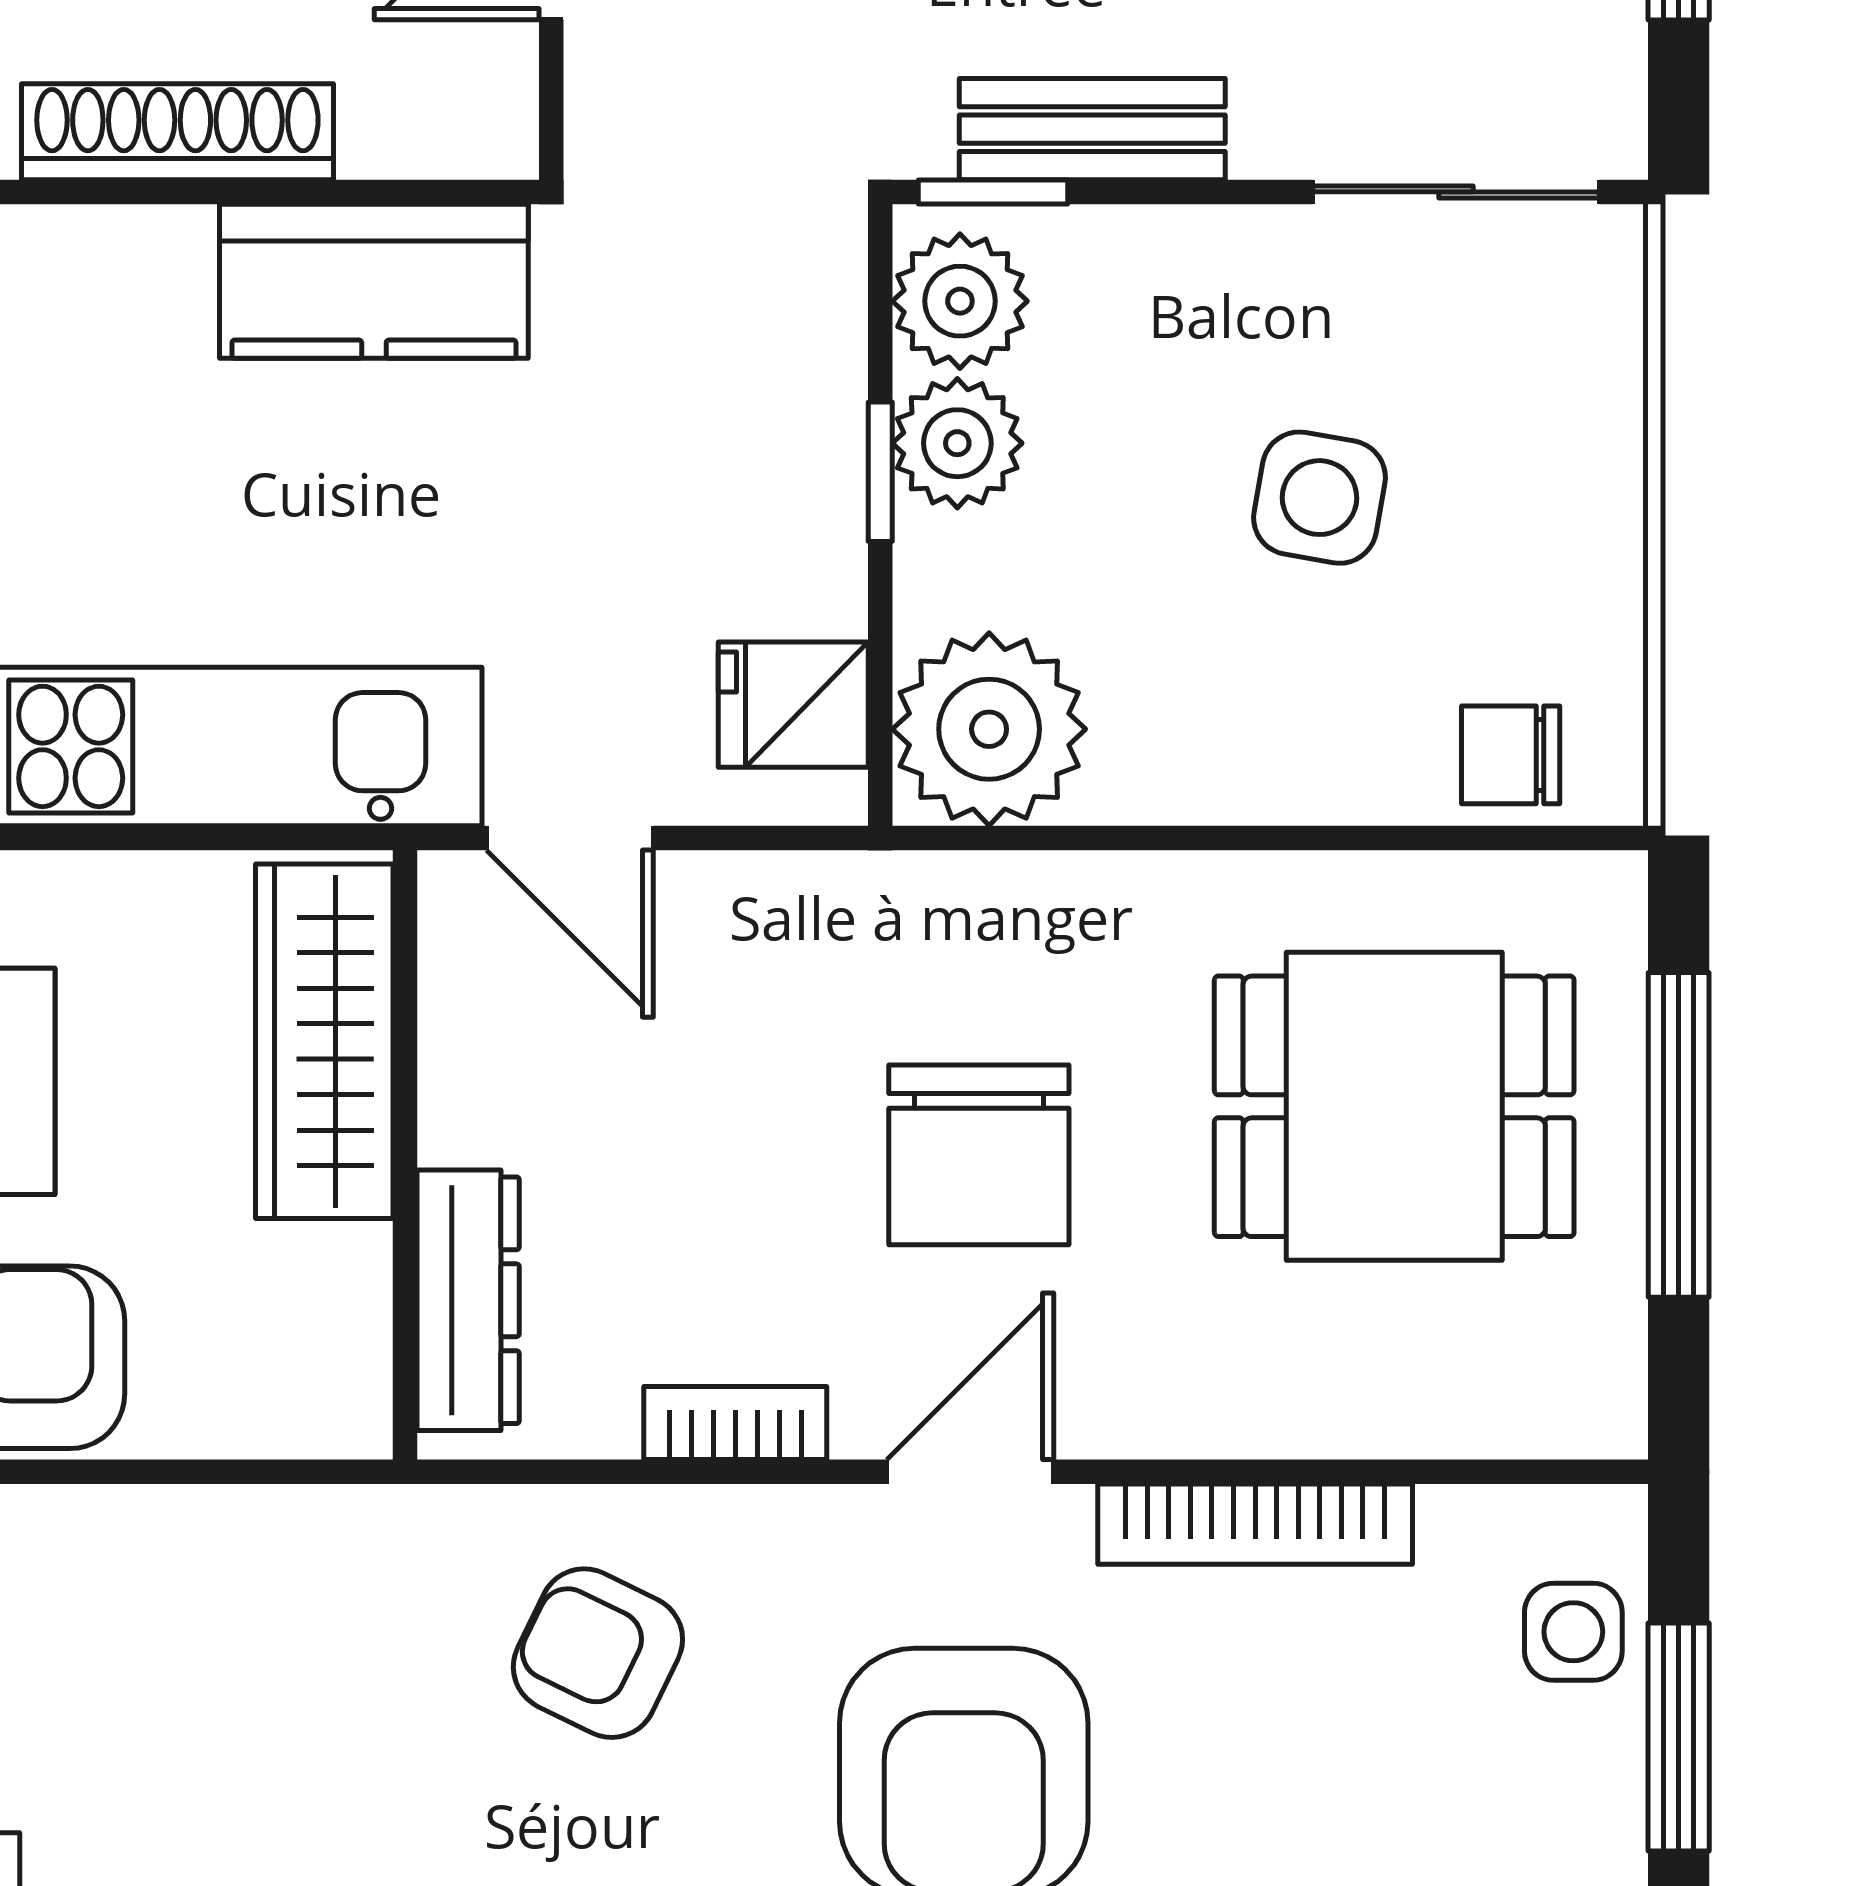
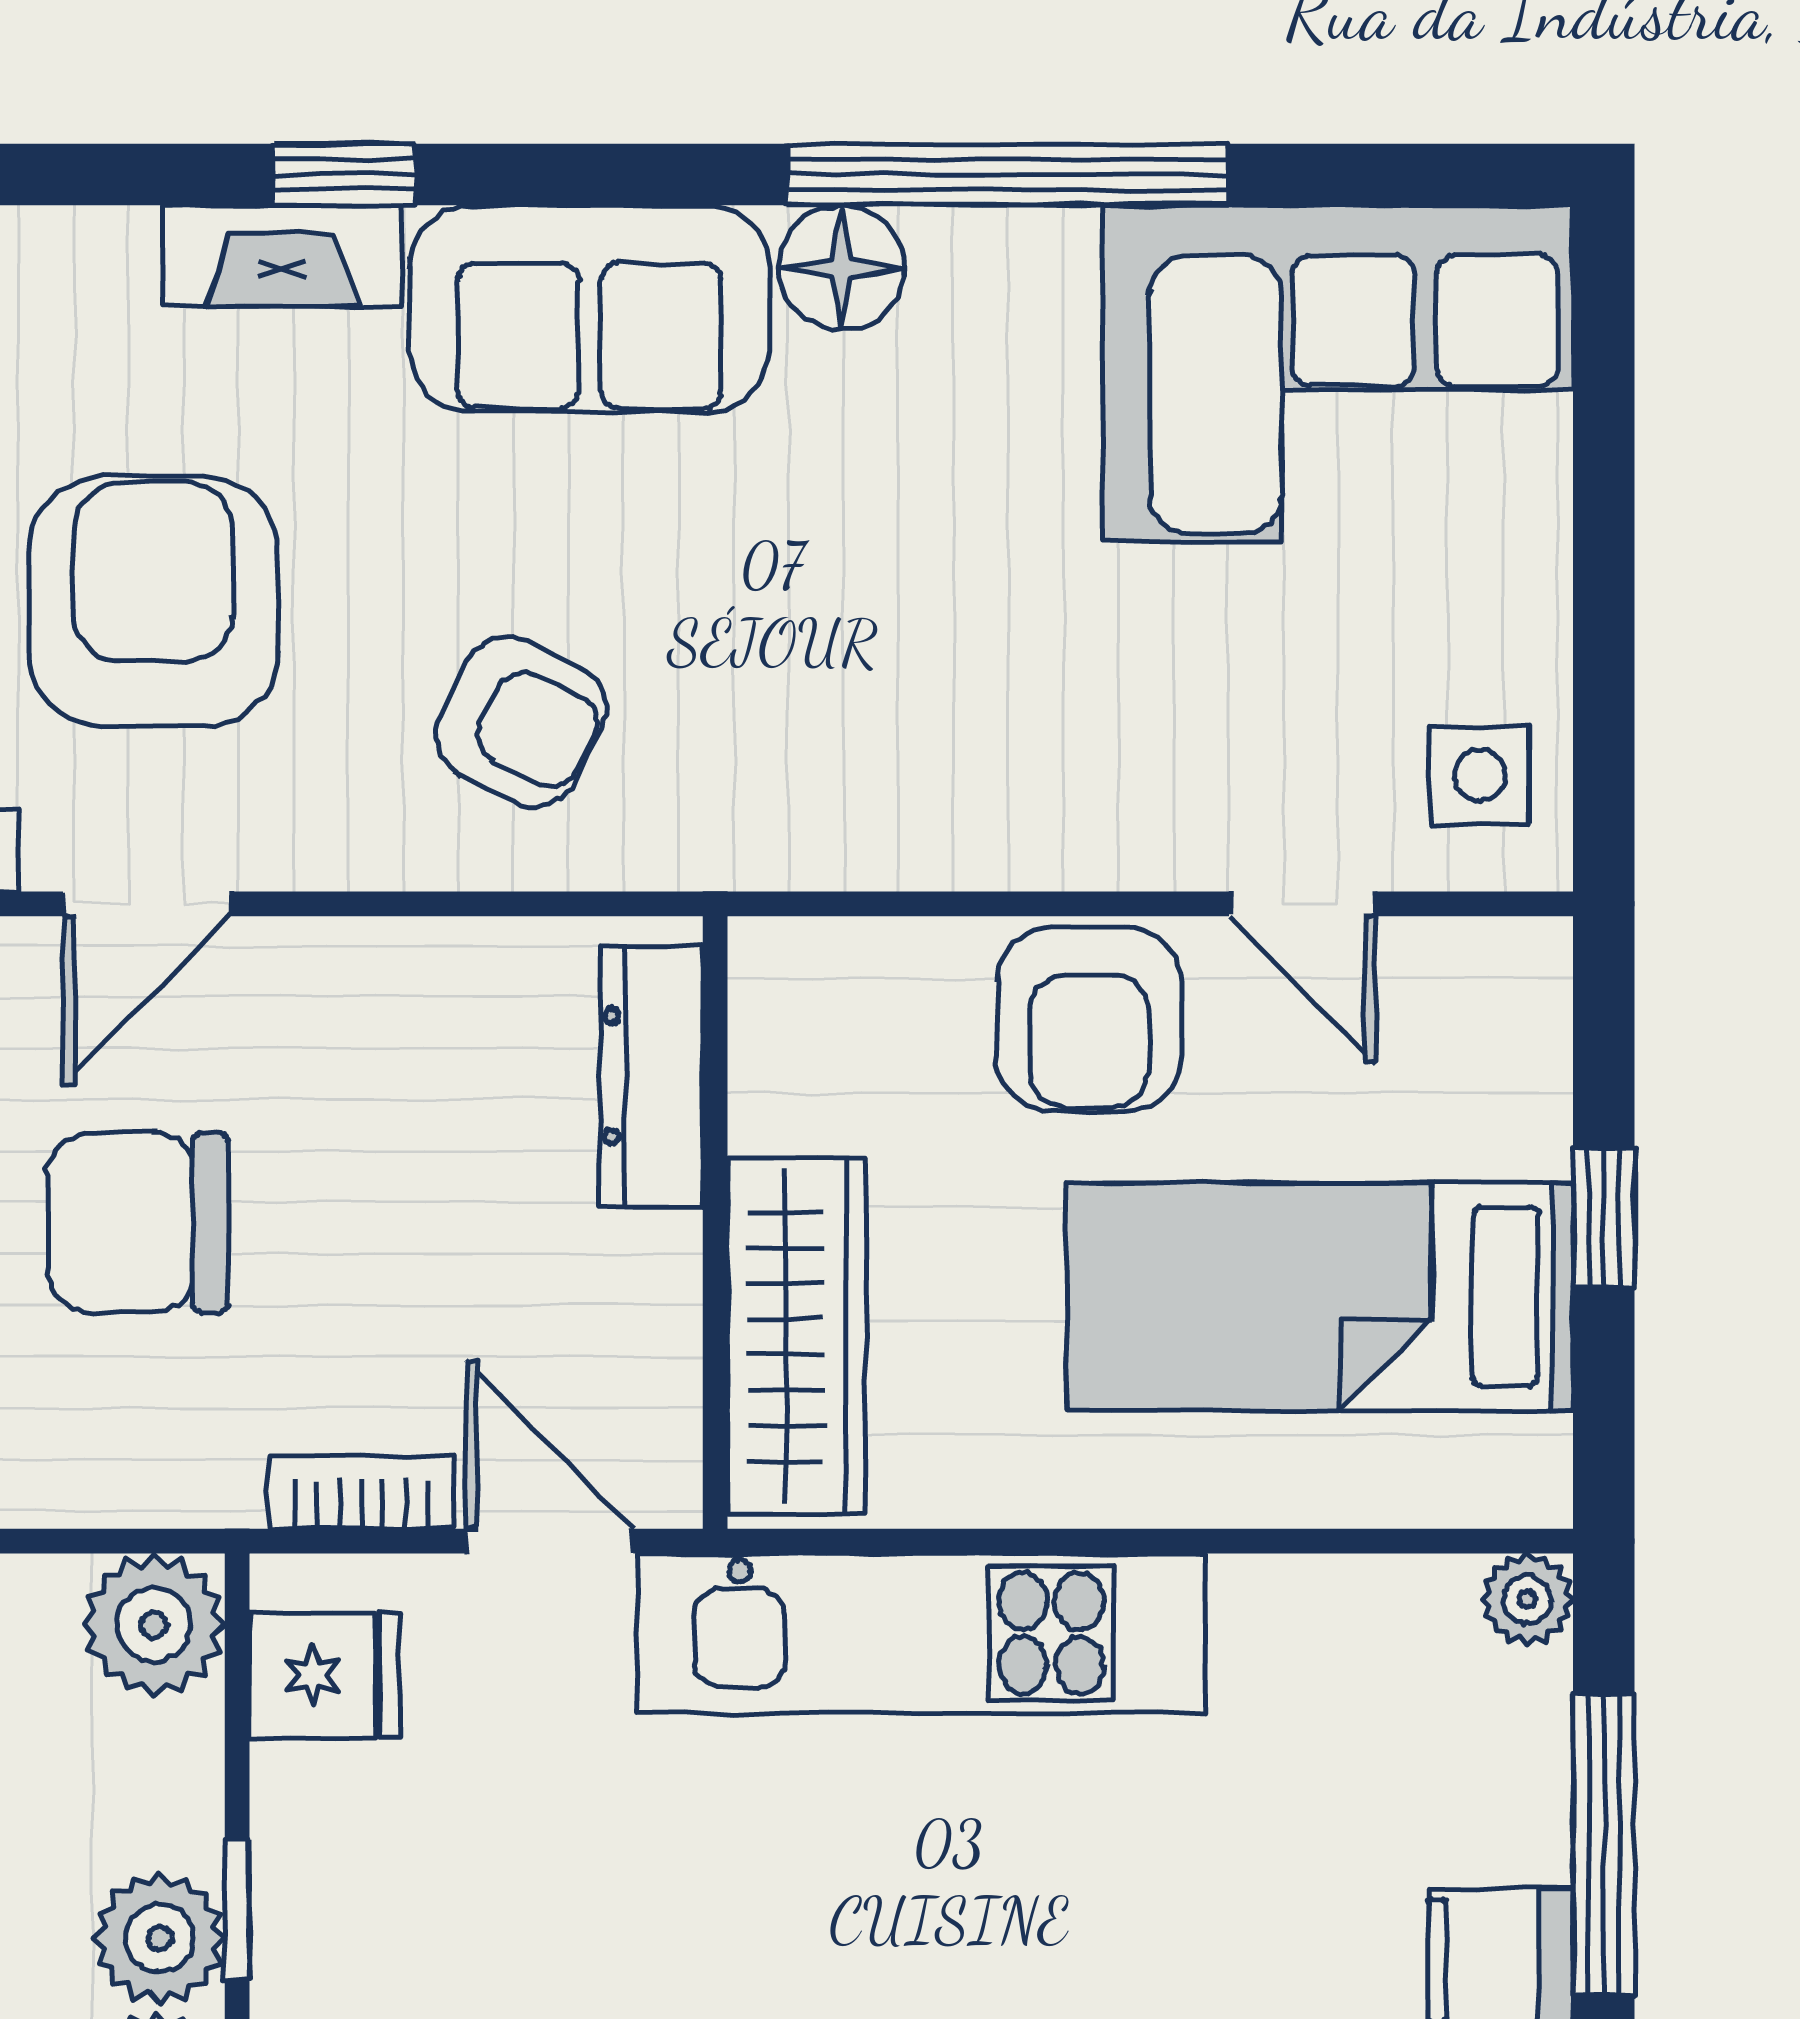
plant: (989, 729) -> (154, 1625), width x0.73, depth x0.73
chair: (979, 1155) -> (138, 1222), turned -90
bookcase: (735, 1423) -> (361, 1492), moved, turned 180

